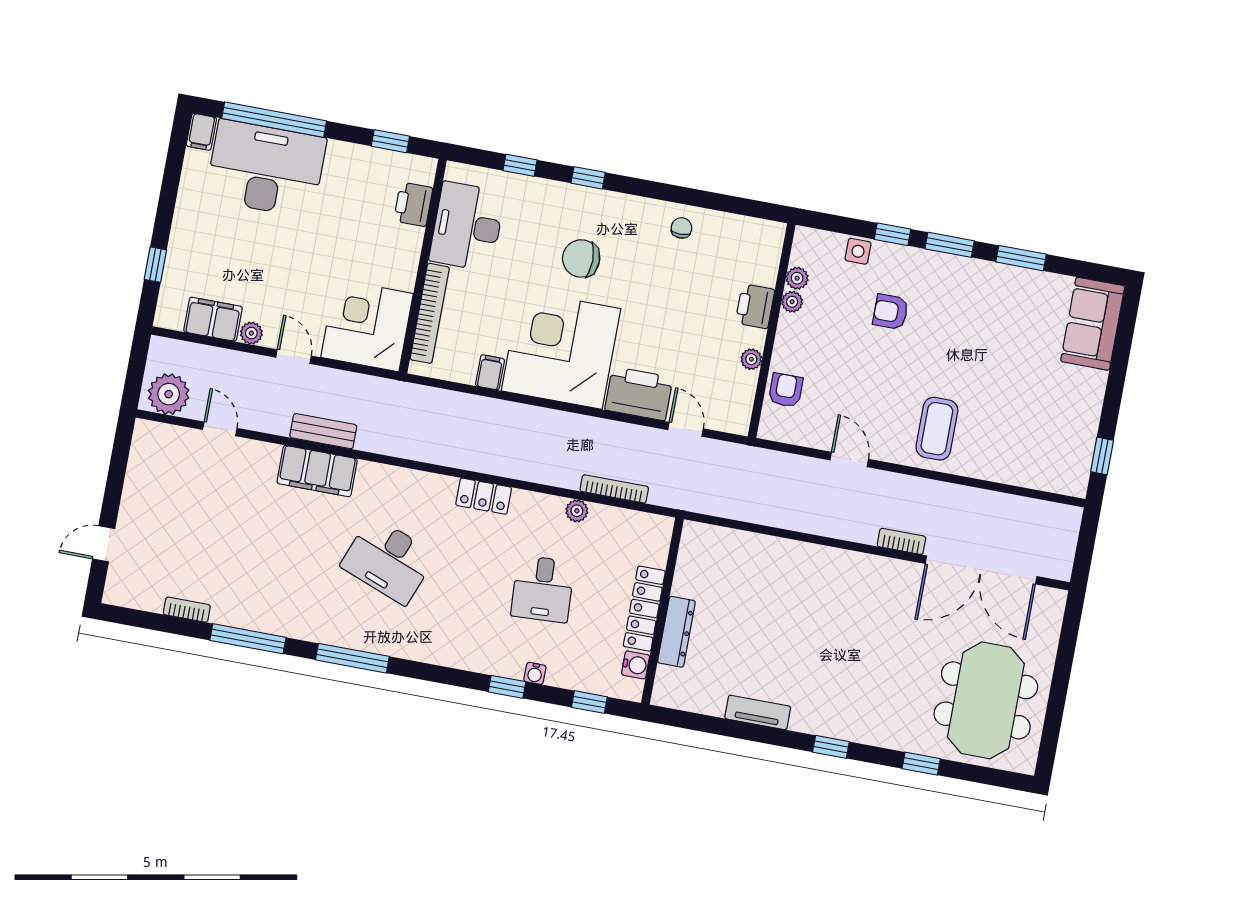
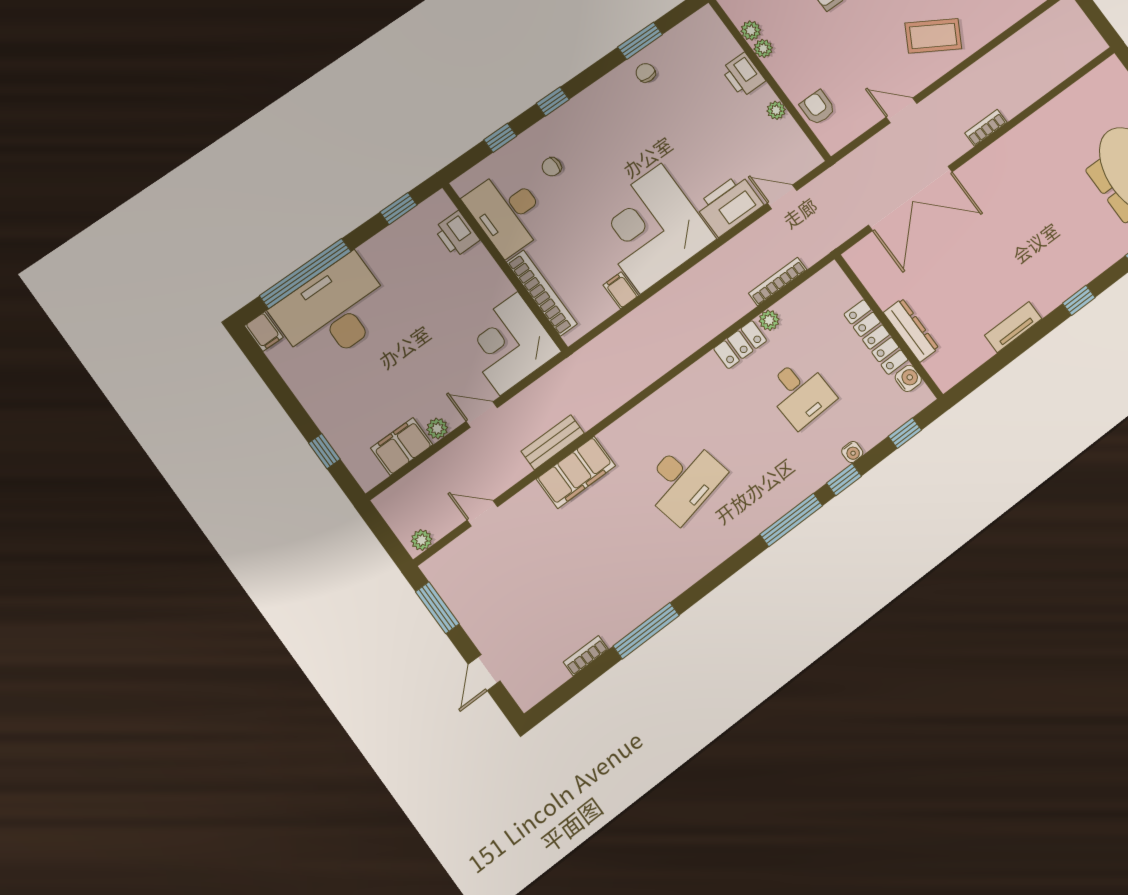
window: (703, 199) -> (640, 41), added
chair: (581, 258) -> (552, 167), moved, width x0.54, depth x0.54
plant: (169, 394) -> (421, 540), width x0.53, depth x0.53
coffee table: (937, 429) -> (933, 36), turned -60
window: (119, 462) -> (437, 608), added
locker: (484, 496) -> (740, 345), moved
desk: (388, 560) -> (683, 481), turned -33
double door: (981, 570) -> (910, 198), moved
window: (352, 658) -> (791, 520), moved

